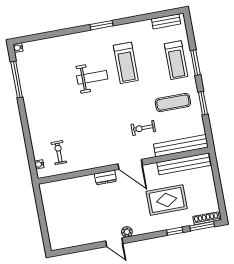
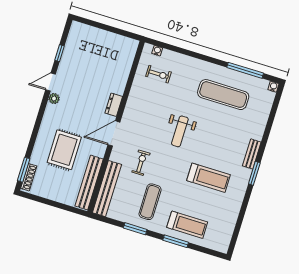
bench: (166, 21) -> (252, 154), moved
treadmill: (176, 60) -> (187, 225), turned 180
treadmill: (126, 63) -> (209, 178), turned 180
weight bench: (92, 77) -> (180, 131), moved
exercise mat: (47, 88) -> (223, 95), added
window: (175, 231) -> (59, 53), moved

